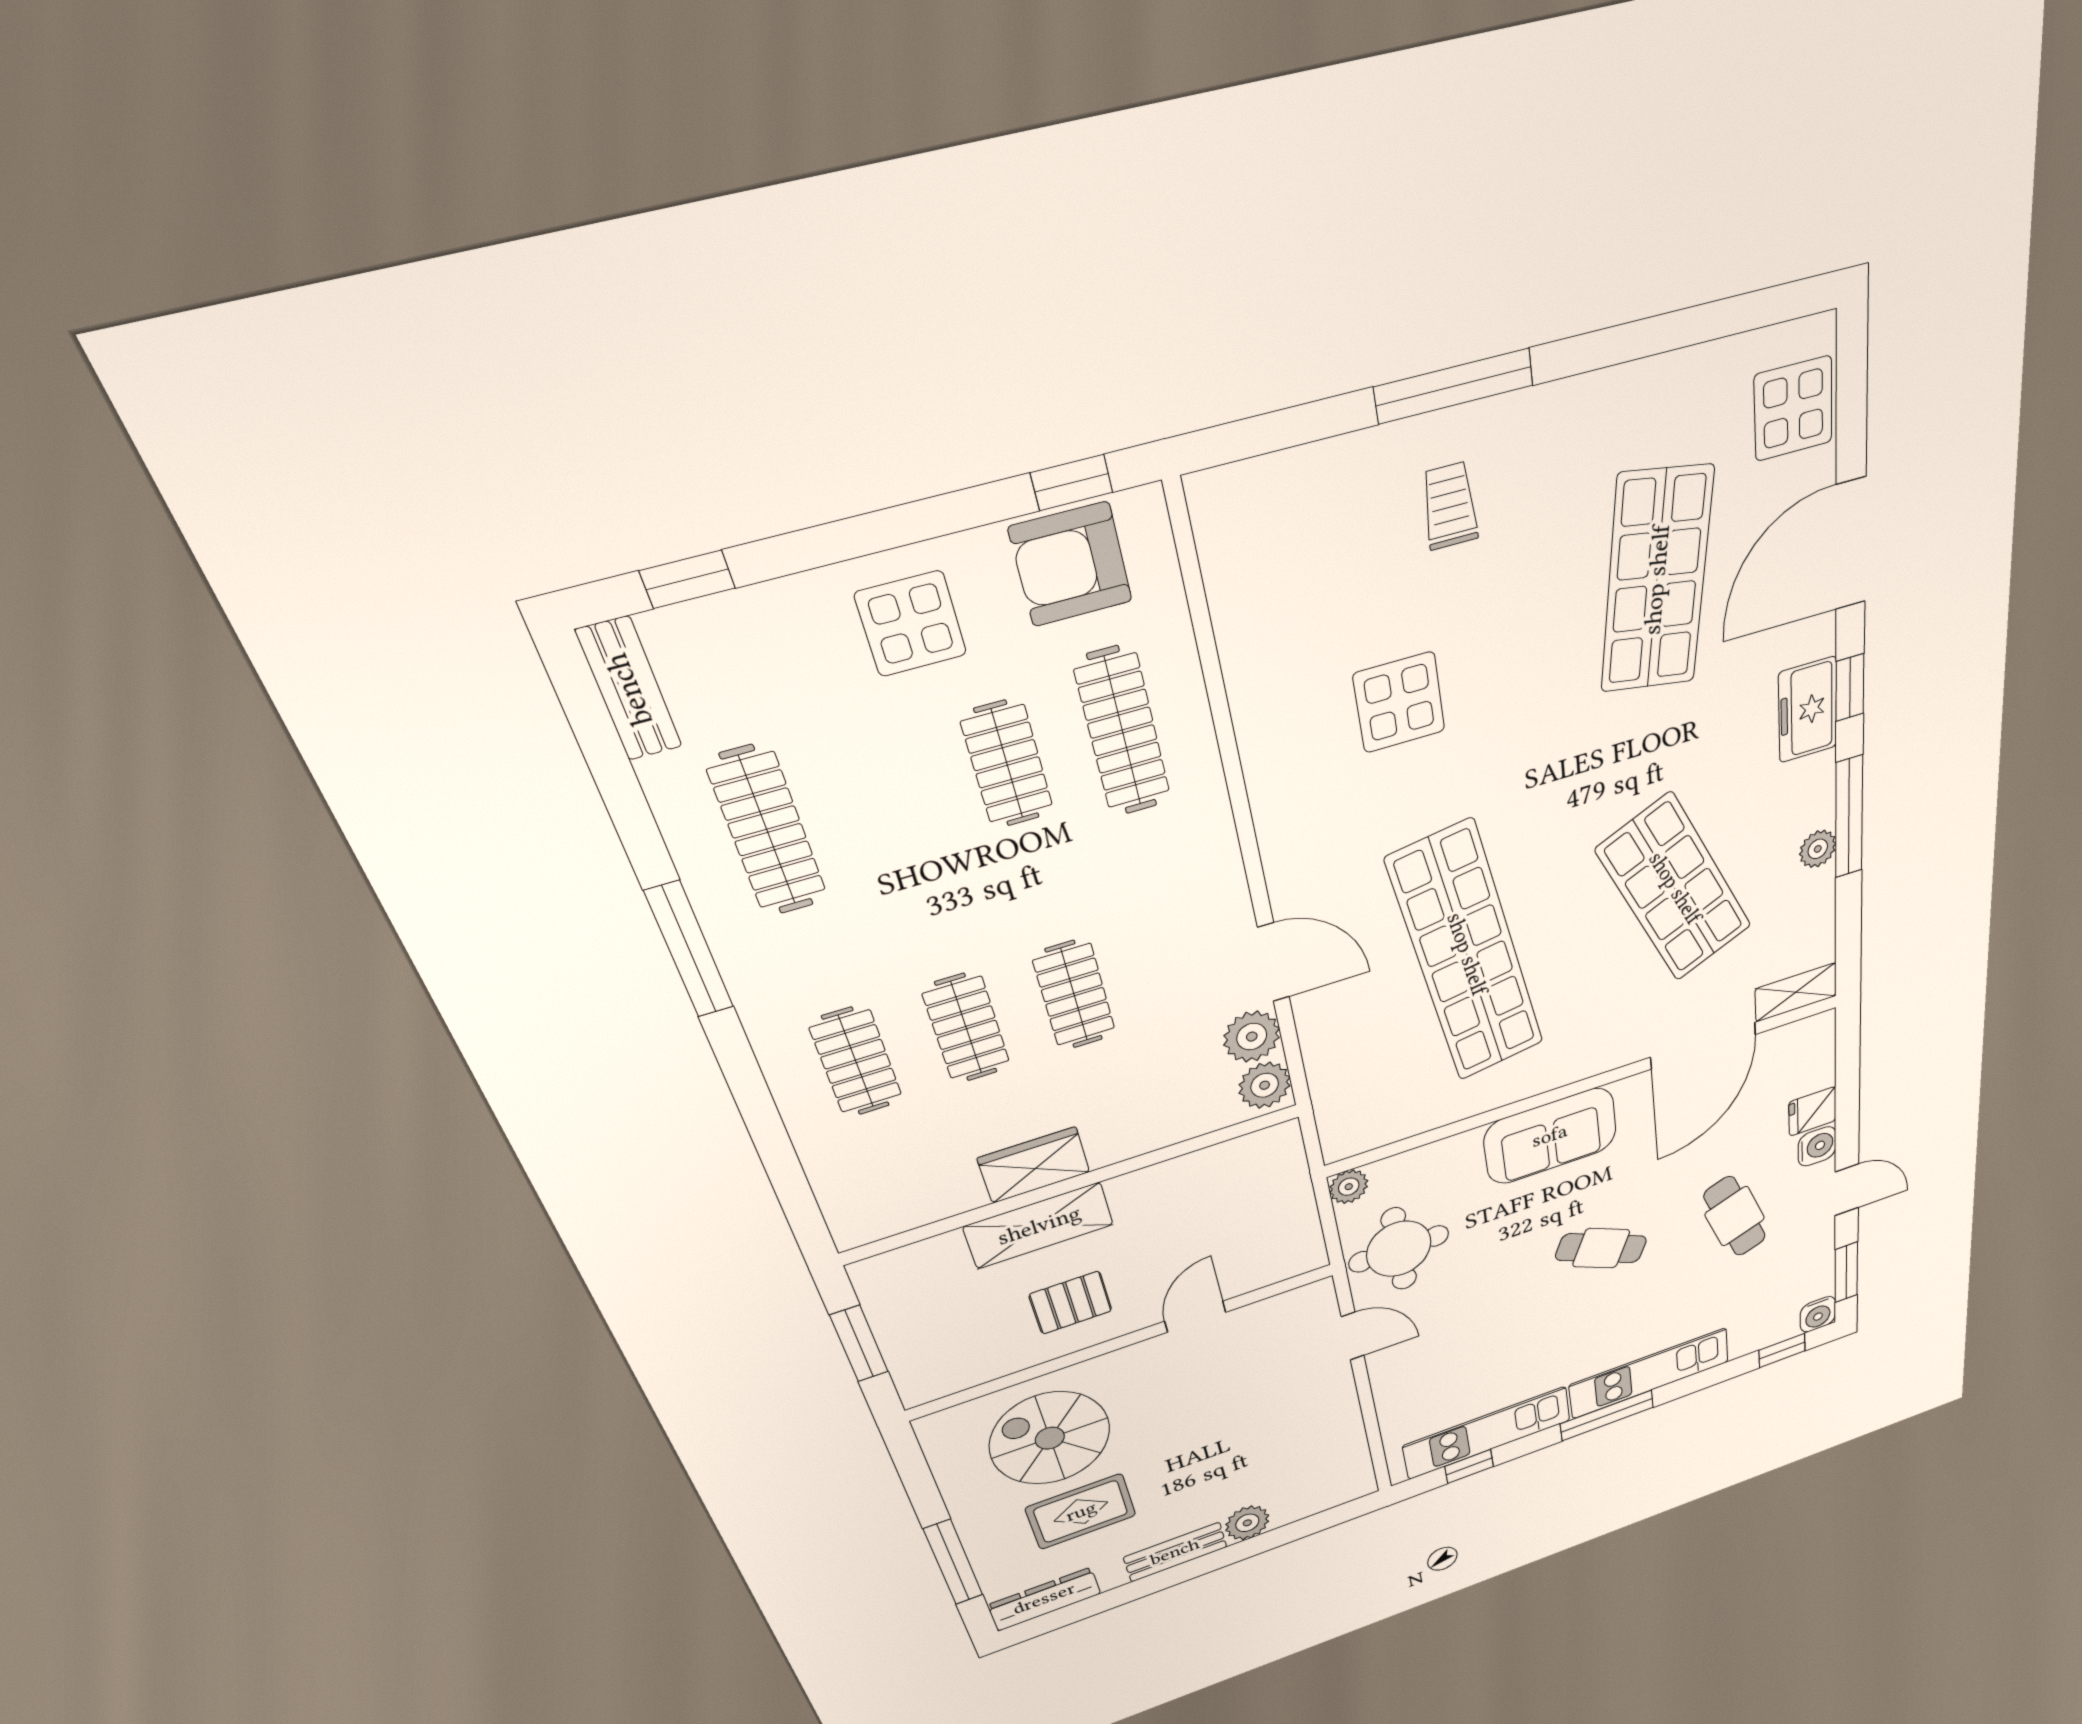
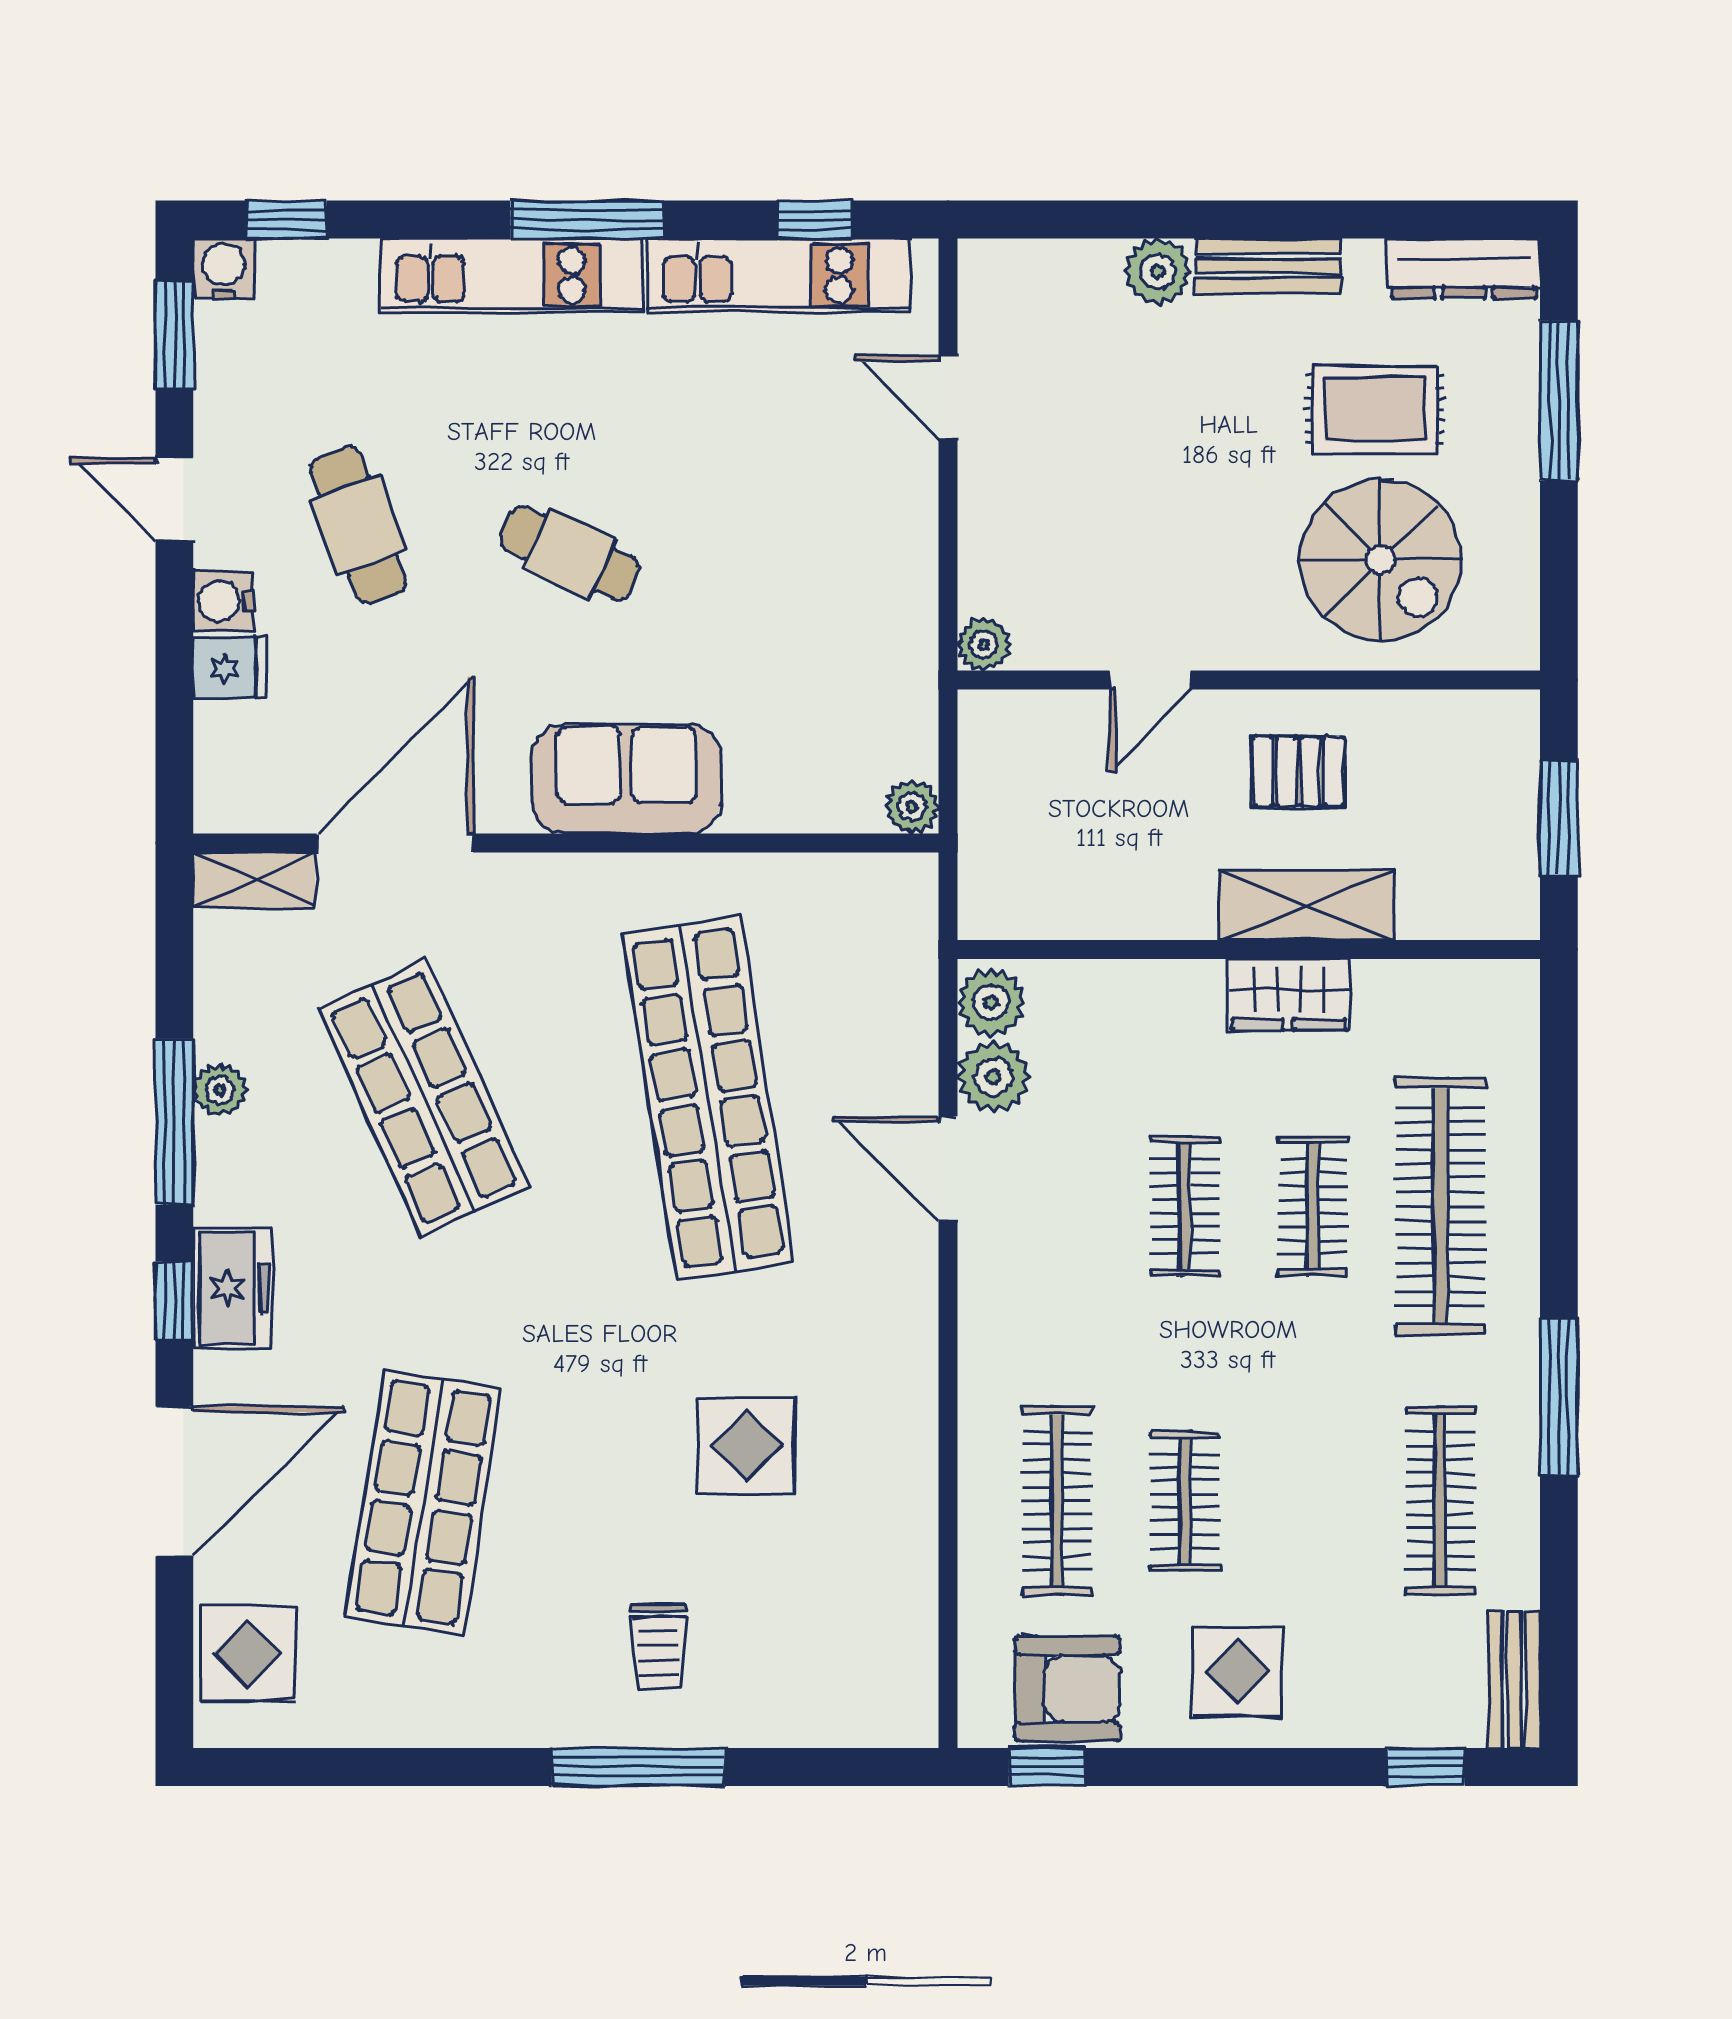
clothes rail: (856, 1061) -> (1440, 1206), width x1.86, depth x1.31
round table: (1399, 1249) -> (861, 676), removed
plant: (1318, 1296) -> (984, 644), added
door: (1353, 1336) -> (948, 398), moved

